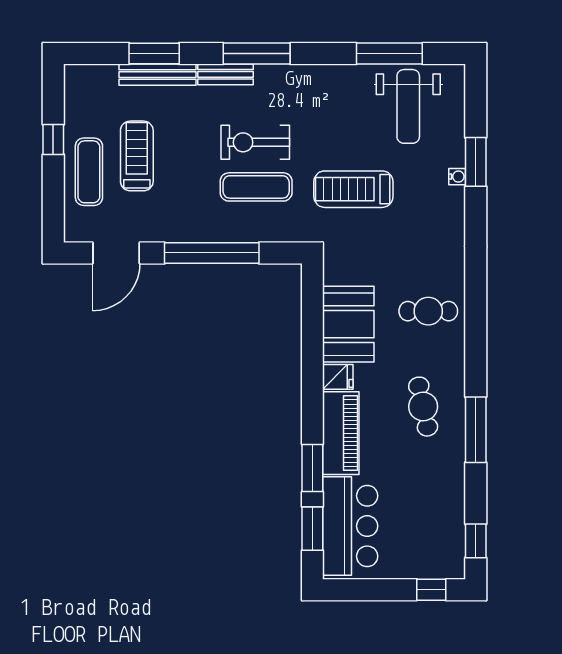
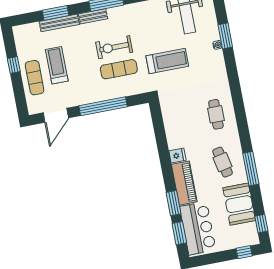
treadmill: (353, 189) -> (167, 61), turned 180
cafe table: (428, 311) -> (216, 114), turned 90
booth: (348, 324) -> (239, 204), moved

